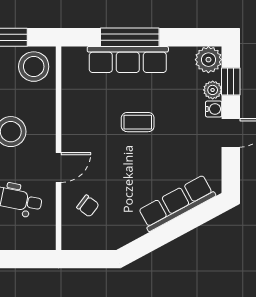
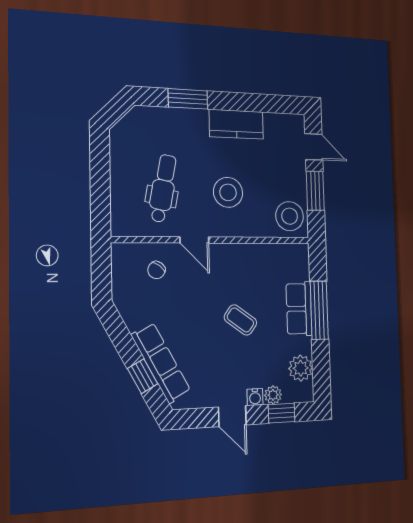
row of seats: (128, 59) -> (299, 309), width x0.68
plant: (208, 60) -> (301, 368), moved
coffee table: (138, 122) -> (240, 320), turned -54
window: (189, 221) -> (143, 376), added

